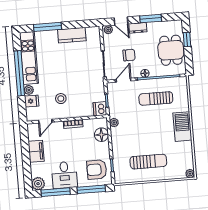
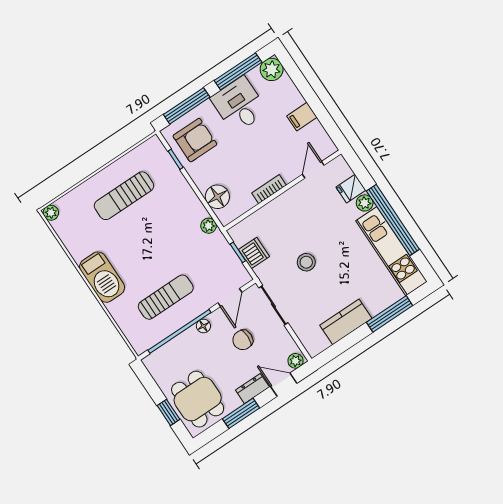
dining table: (171, 50) -> (198, 399), moved
stool: (61, 99) -> (306, 262), moved
dishwasher: (100, 109) -> (254, 253), moved
filing cabinet: (36, 151) -> (302, 117), width x0.50

